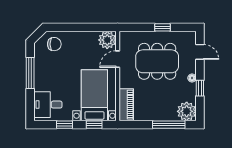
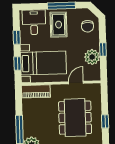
window: (81, 27) -> (103, 49), added
plant: (107, 40) -> (92, 57), moved
door: (118, 59) -> (76, 83), hinge flipped
rug: (51, 77) -> (59, 25), added

